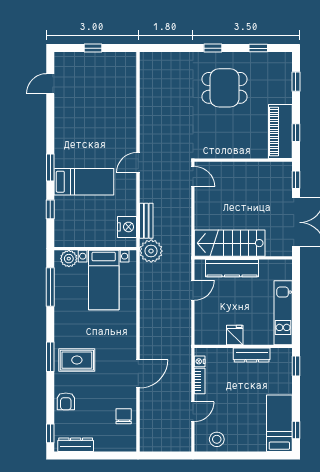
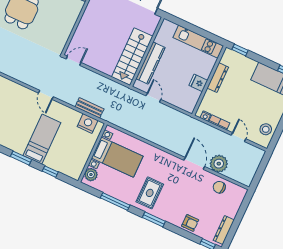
plant: (151, 251) -> (219, 164), moved
window: (50, 287) -> (115, 202), moved
rug: (77, 360) -> (150, 193), moved

